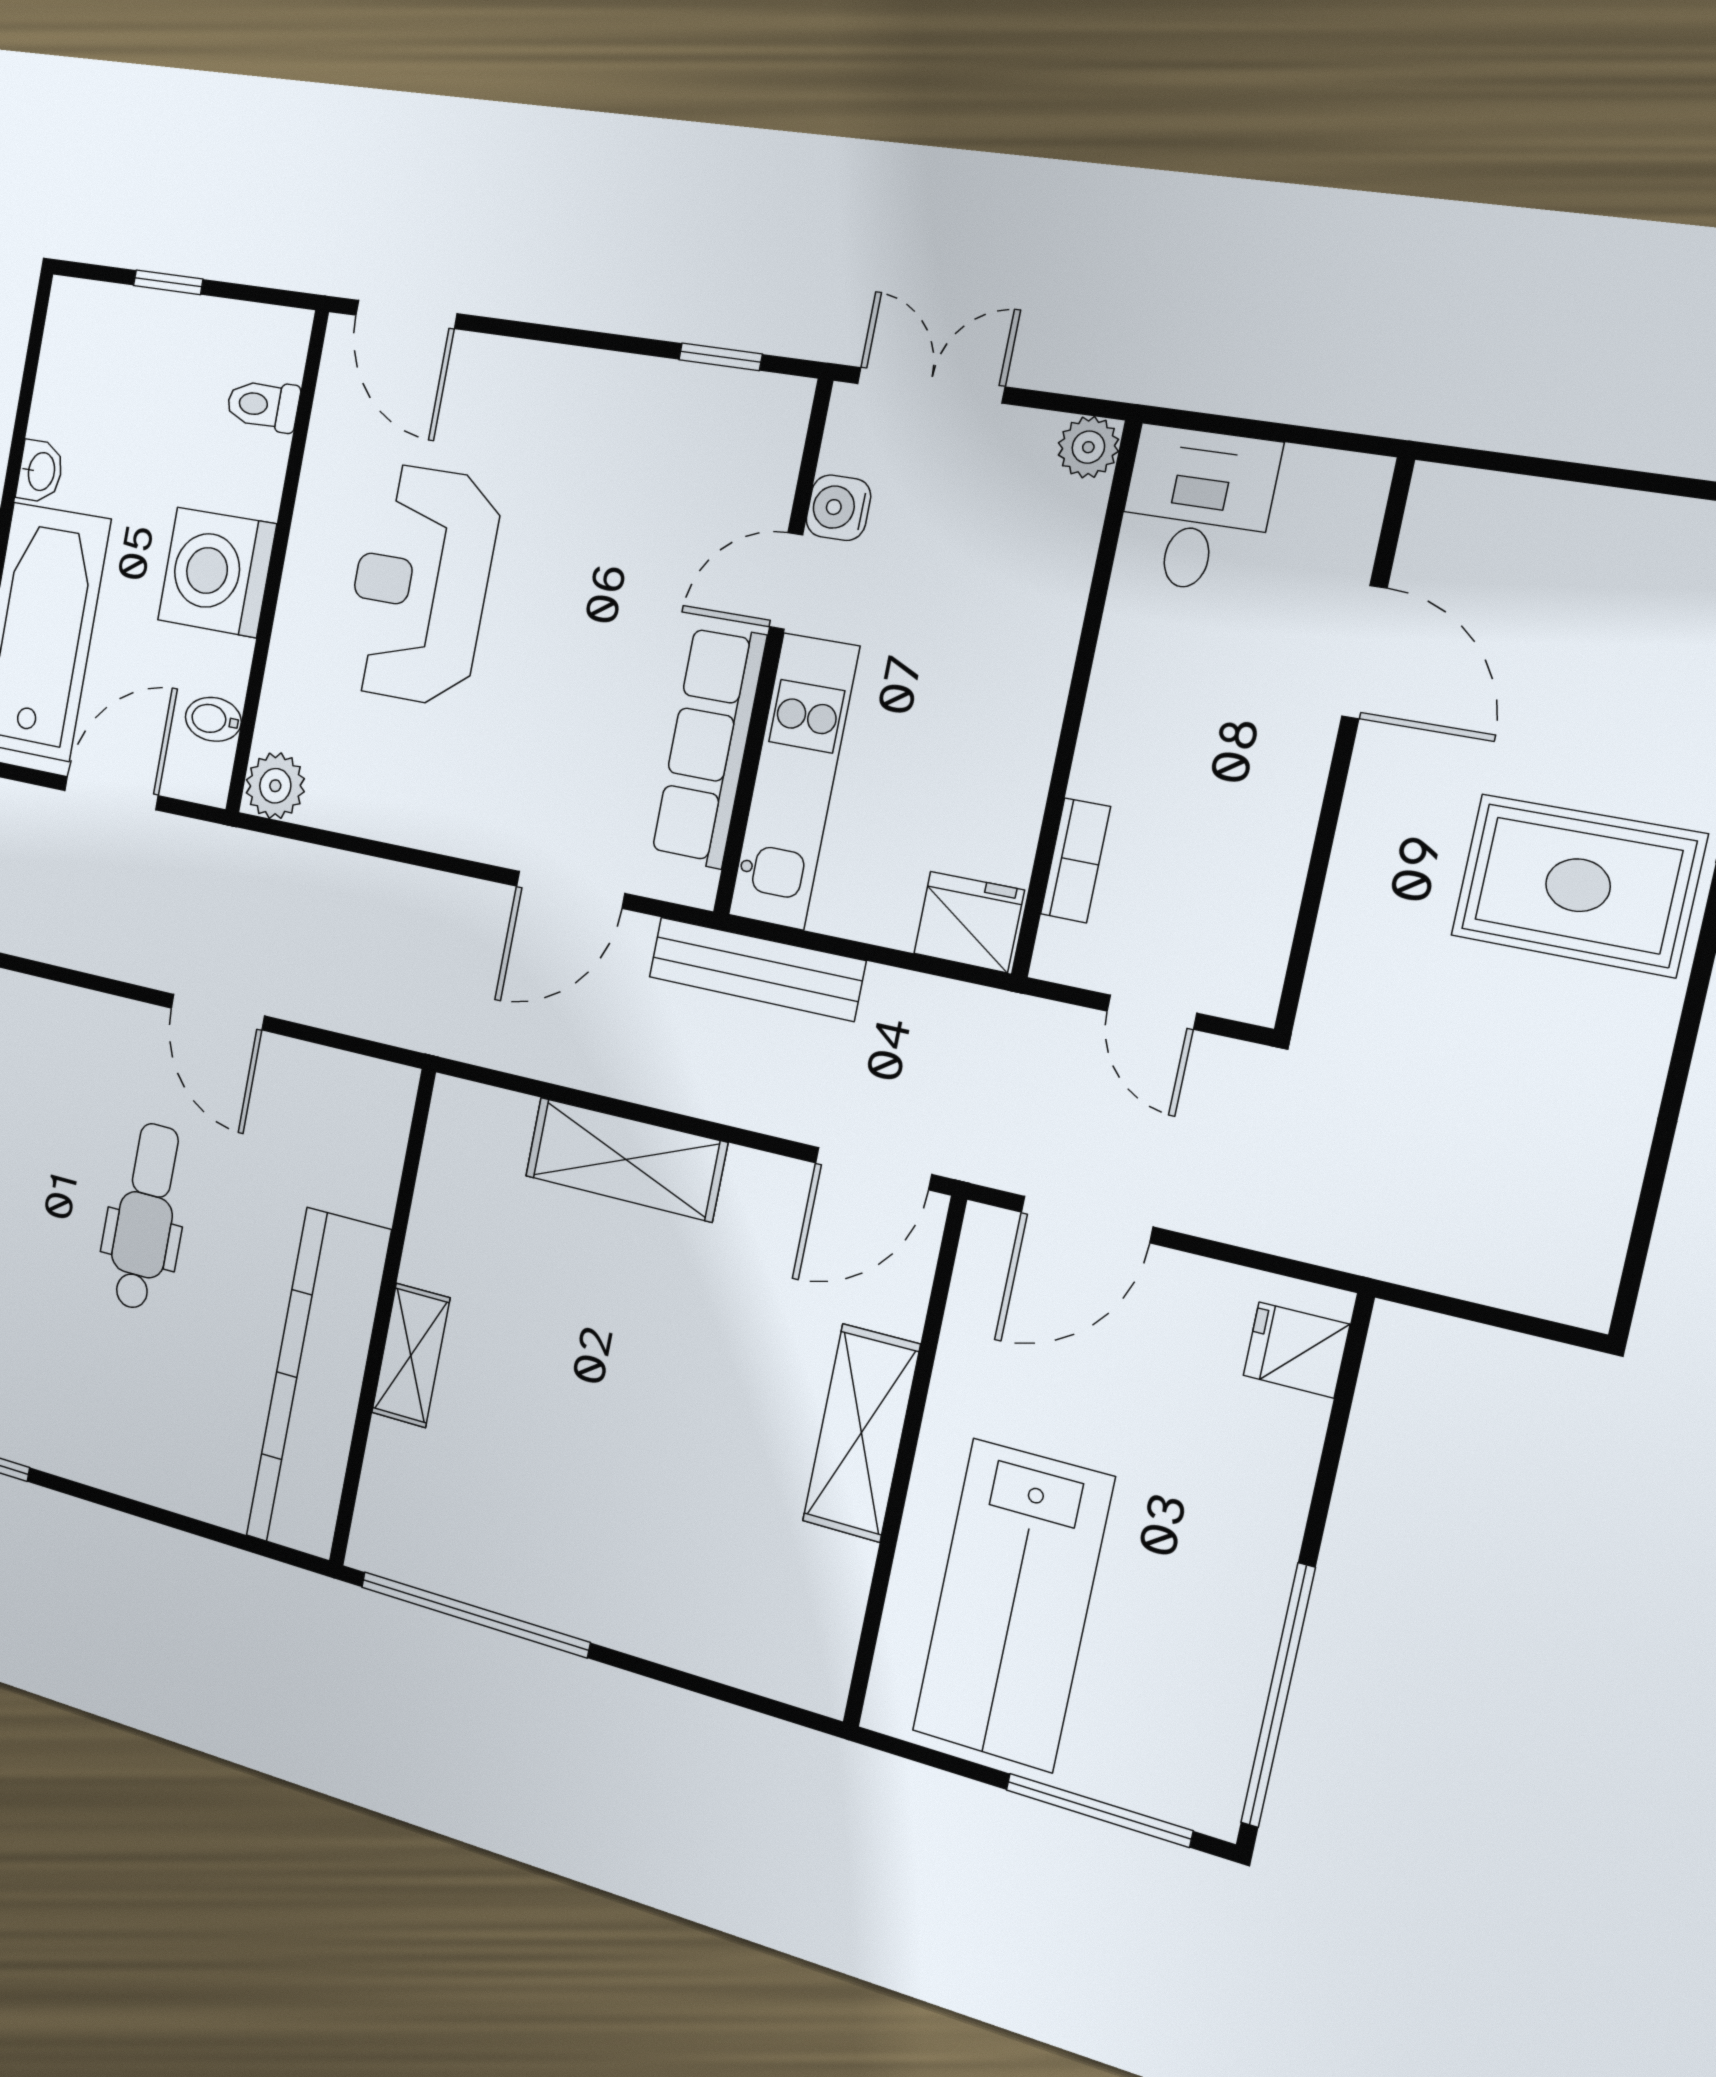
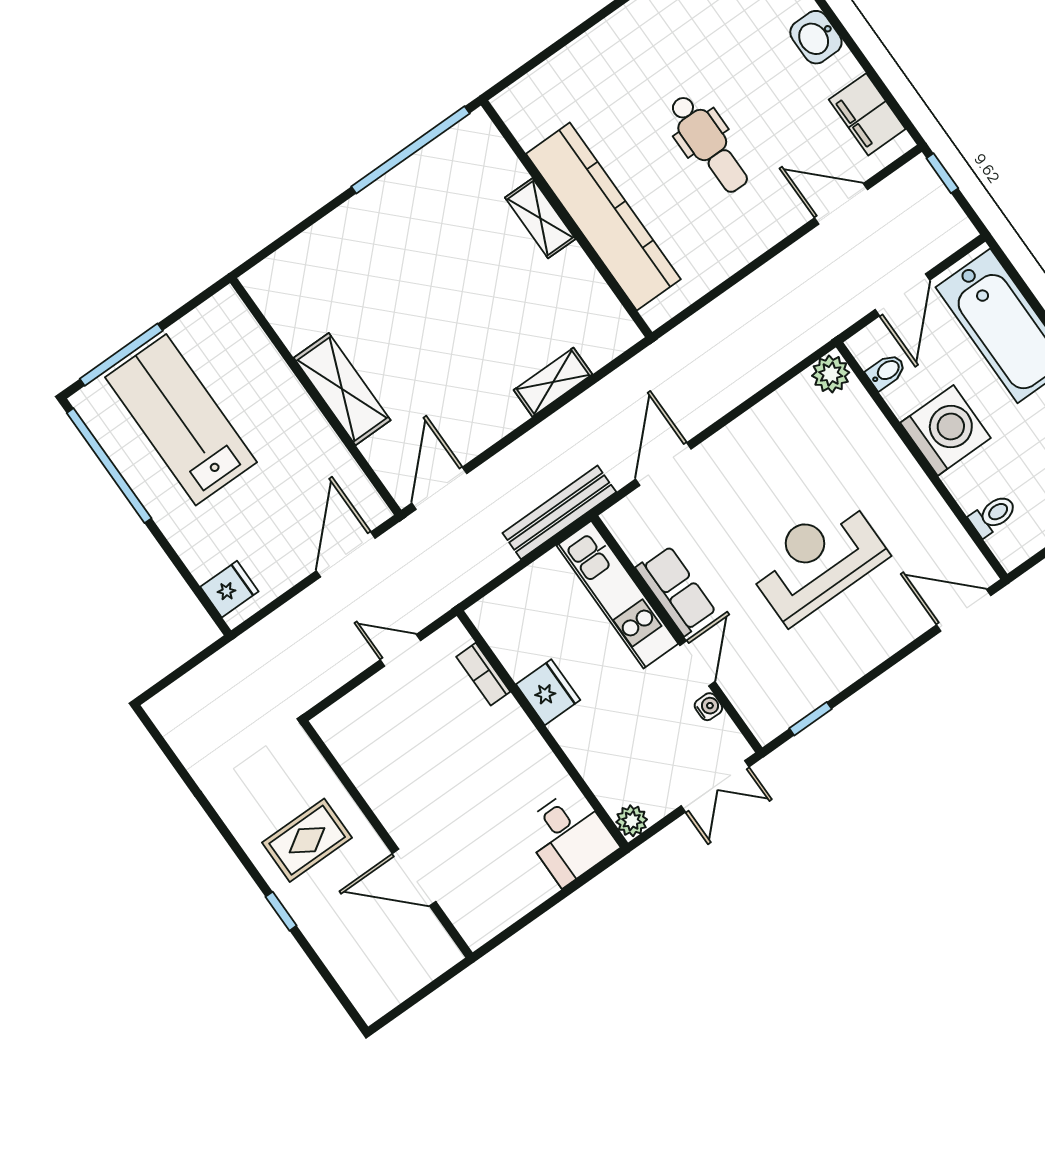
water cooler: (838, 508) -> (708, 707), width x0.72, depth x0.72
reception desk: (420, 585) -> (817, 560), moved, turned -90
door: (1364, 652) -> (414, 878), moved
row of seats: (709, 746) -> (676, 590), width x0.68
wall: (1344, 747) -> (387, 839), moved
rug: (1578, 885) -> (307, 840), width x0.73, depth x0.70
fridge: (969, 922) -> (548, 692), moved, turned -90
door: (217, 1012) -> (841, 204), moved
shelving: (626, 1159) -> (553, 382), width x0.67, depth x0.75
kitchen counter: (318, 1384) -> (603, 217), moved
lab bench: (1013, 1605) -> (181, 420), moved

